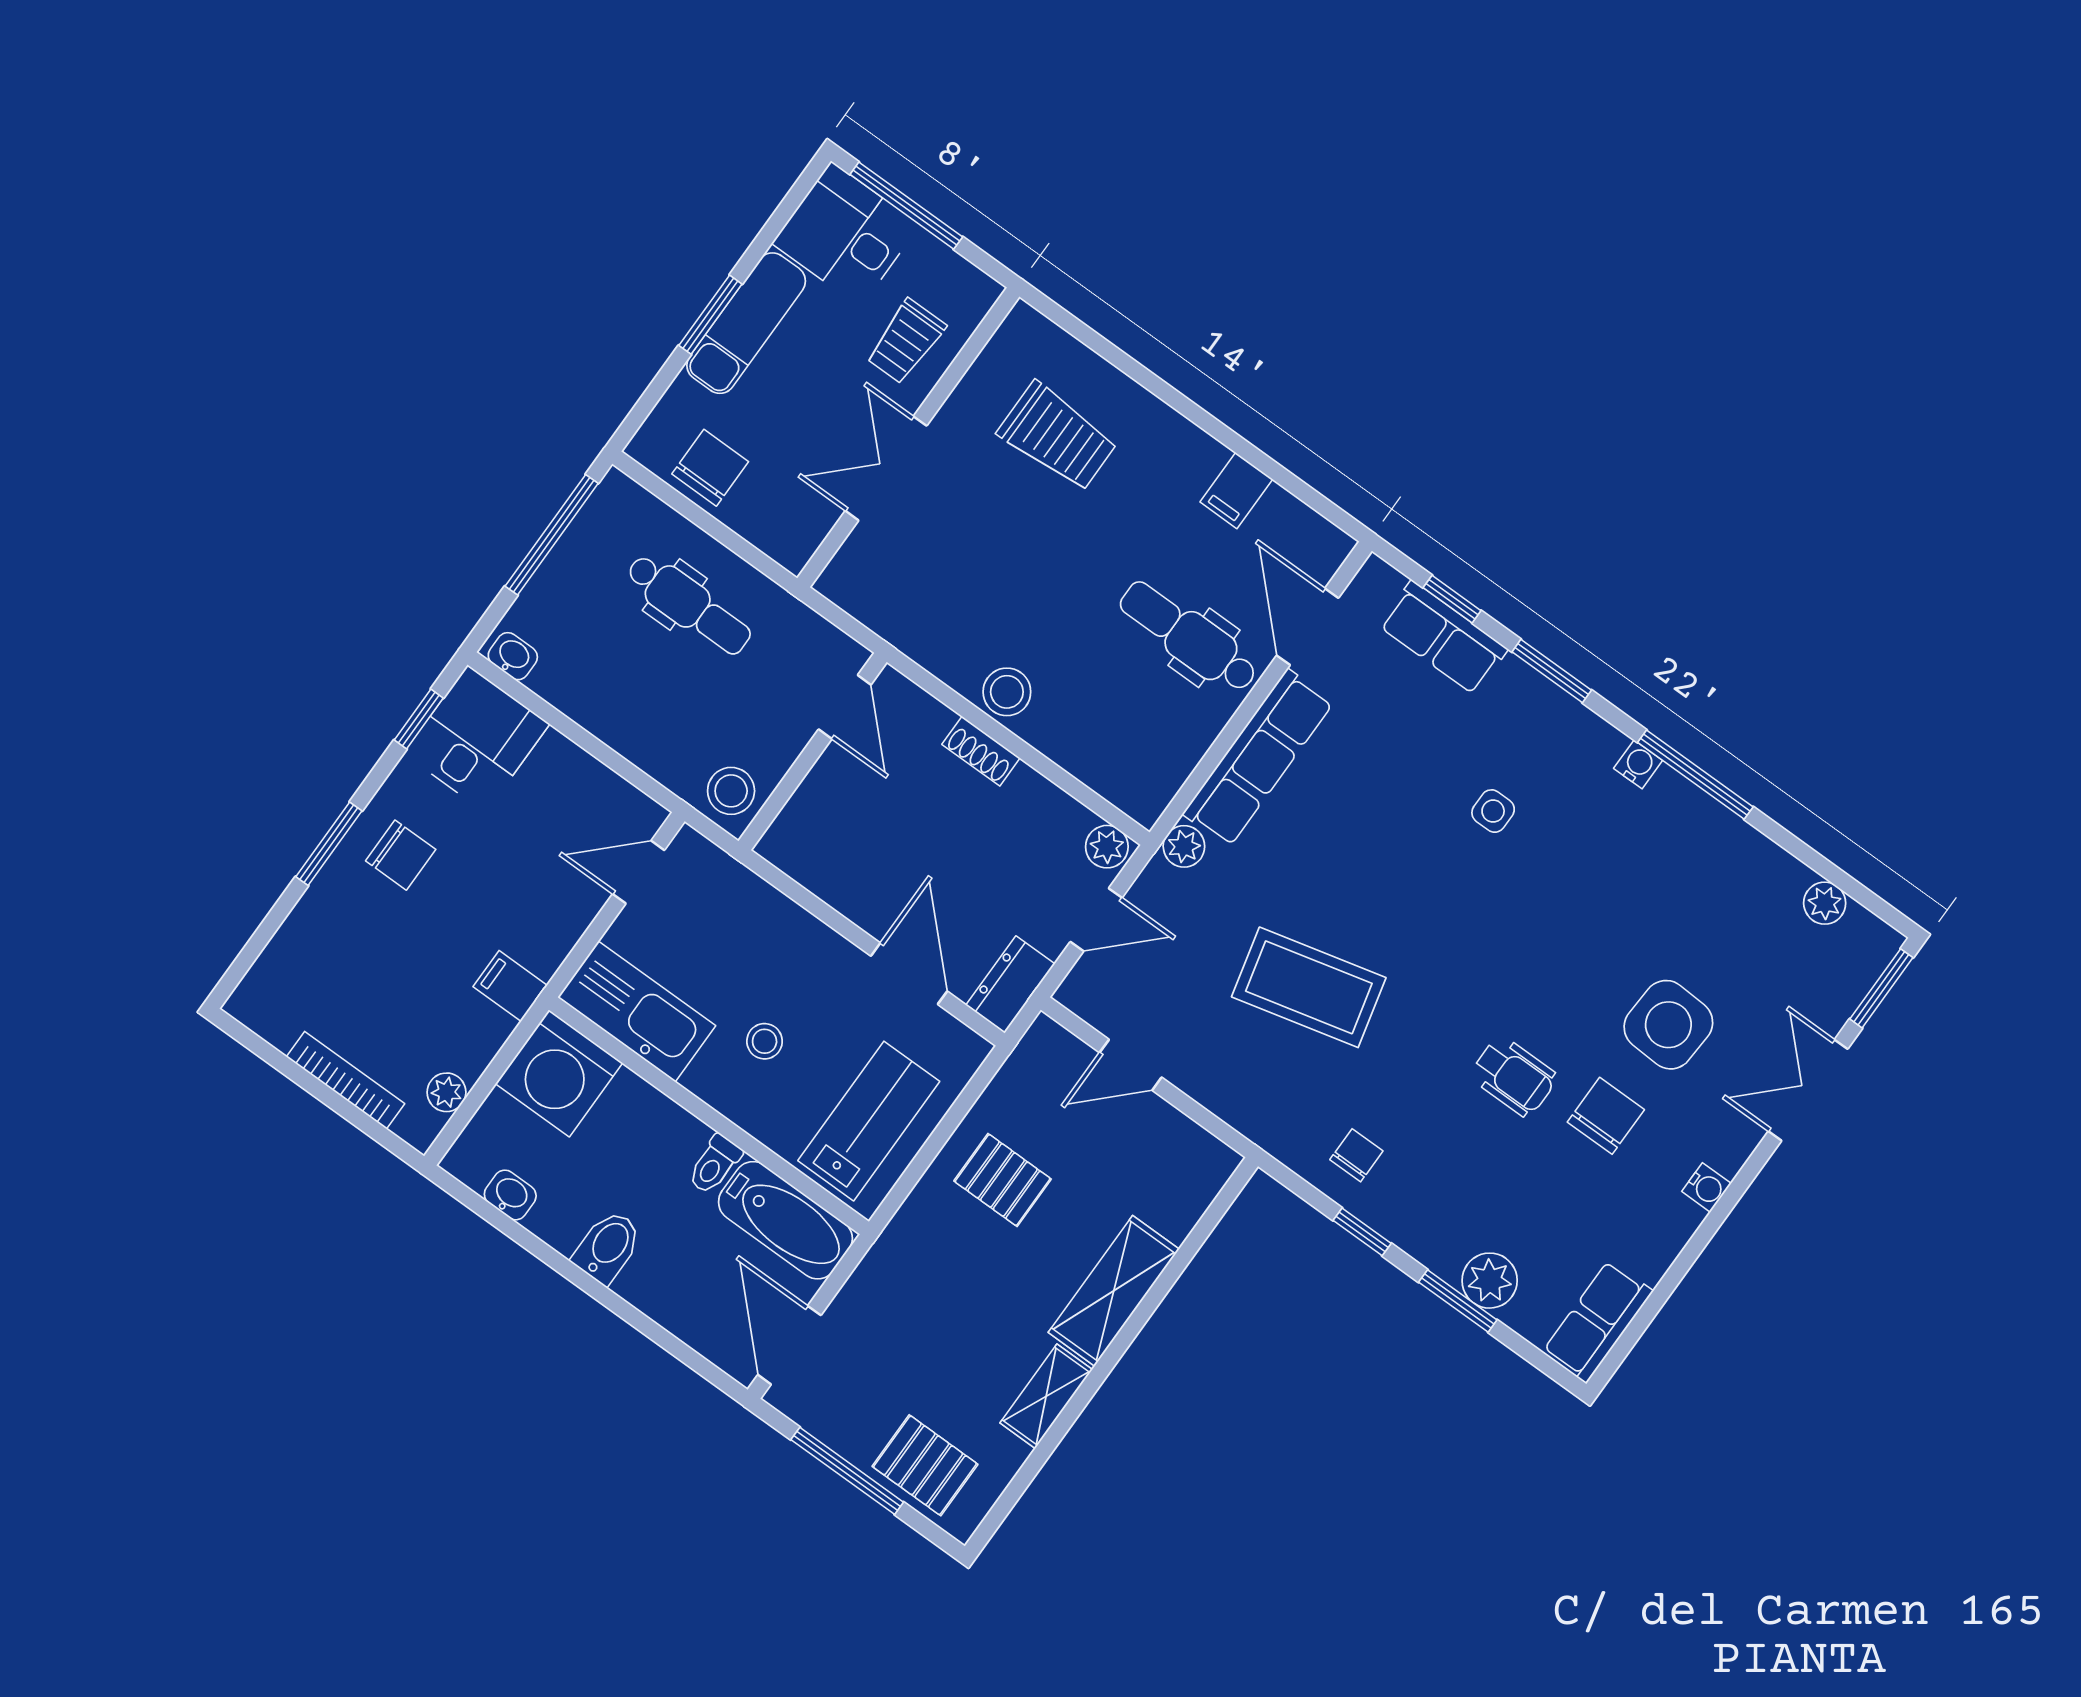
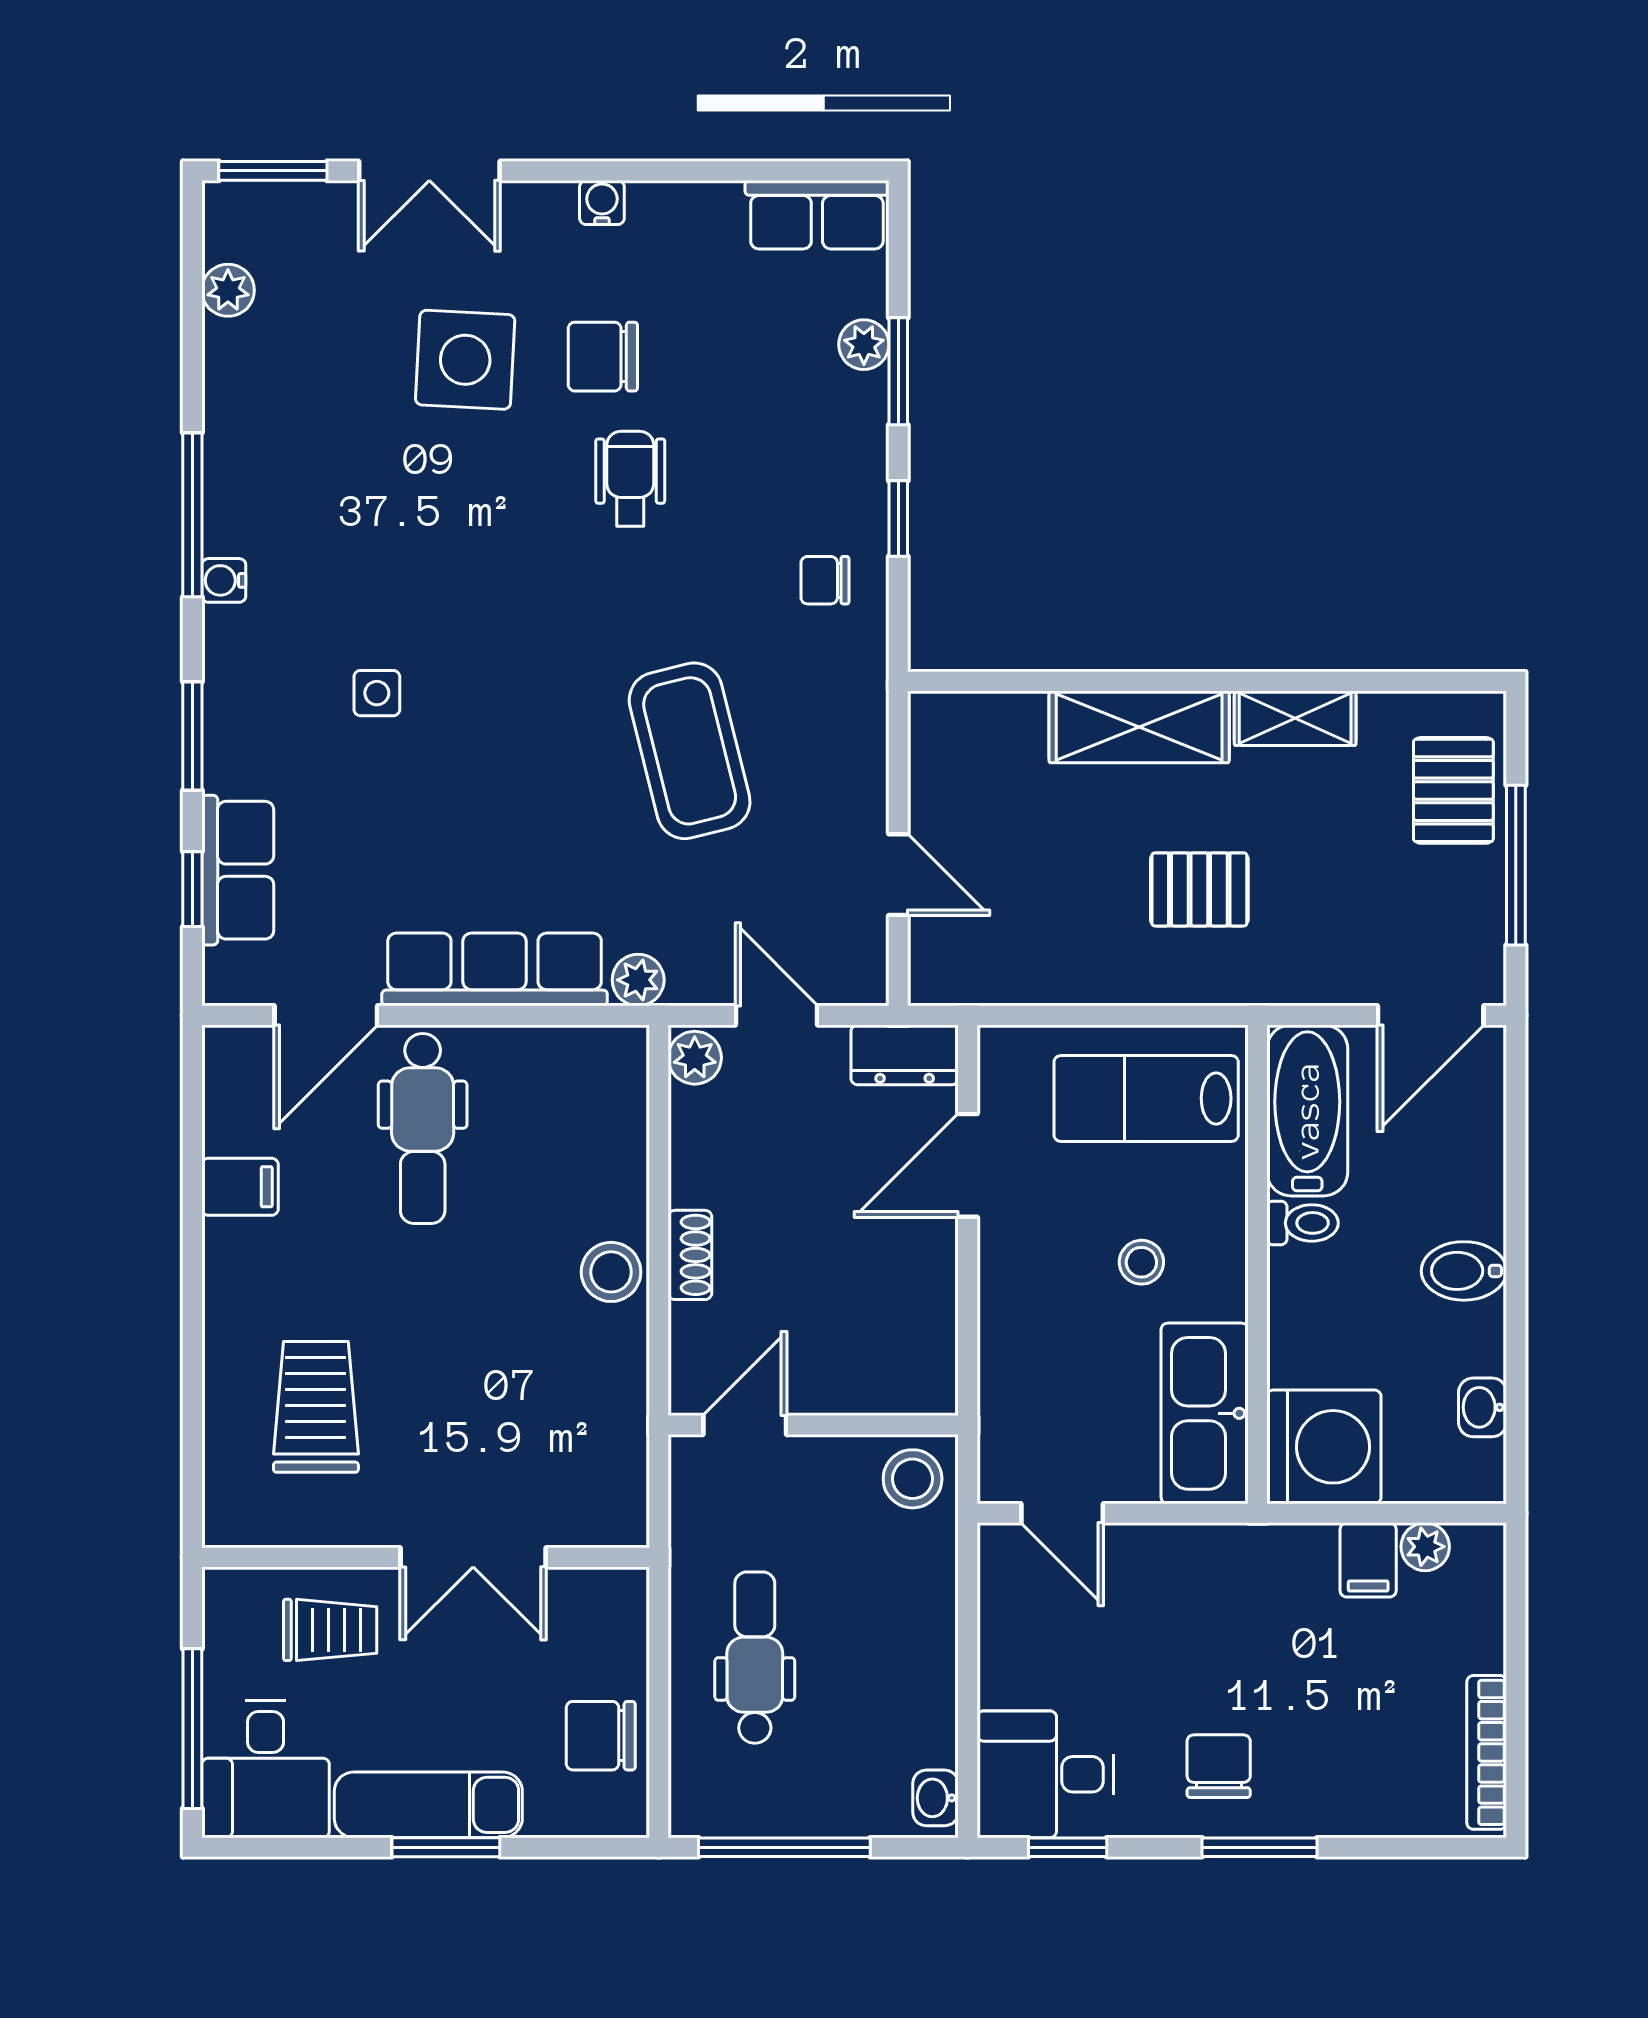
filing cabinet: (510, 986) -> (1368, 1560), moved
bookcase: (345, 1080) -> (1487, 1752), moved
pallet: (1003, 1180) -> (1199, 889), moved, turned 90
plant: (1490, 1281) -> (864, 345), width x0.73, depth x0.73

